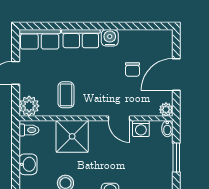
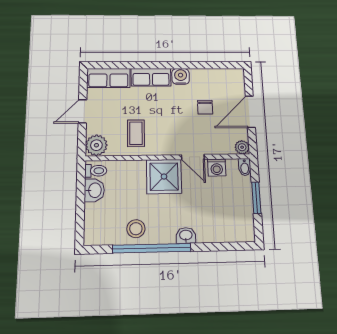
shower: (72, 136) -> (164, 177), moved
washbasin: (28, 164) -> (94, 190), moved

